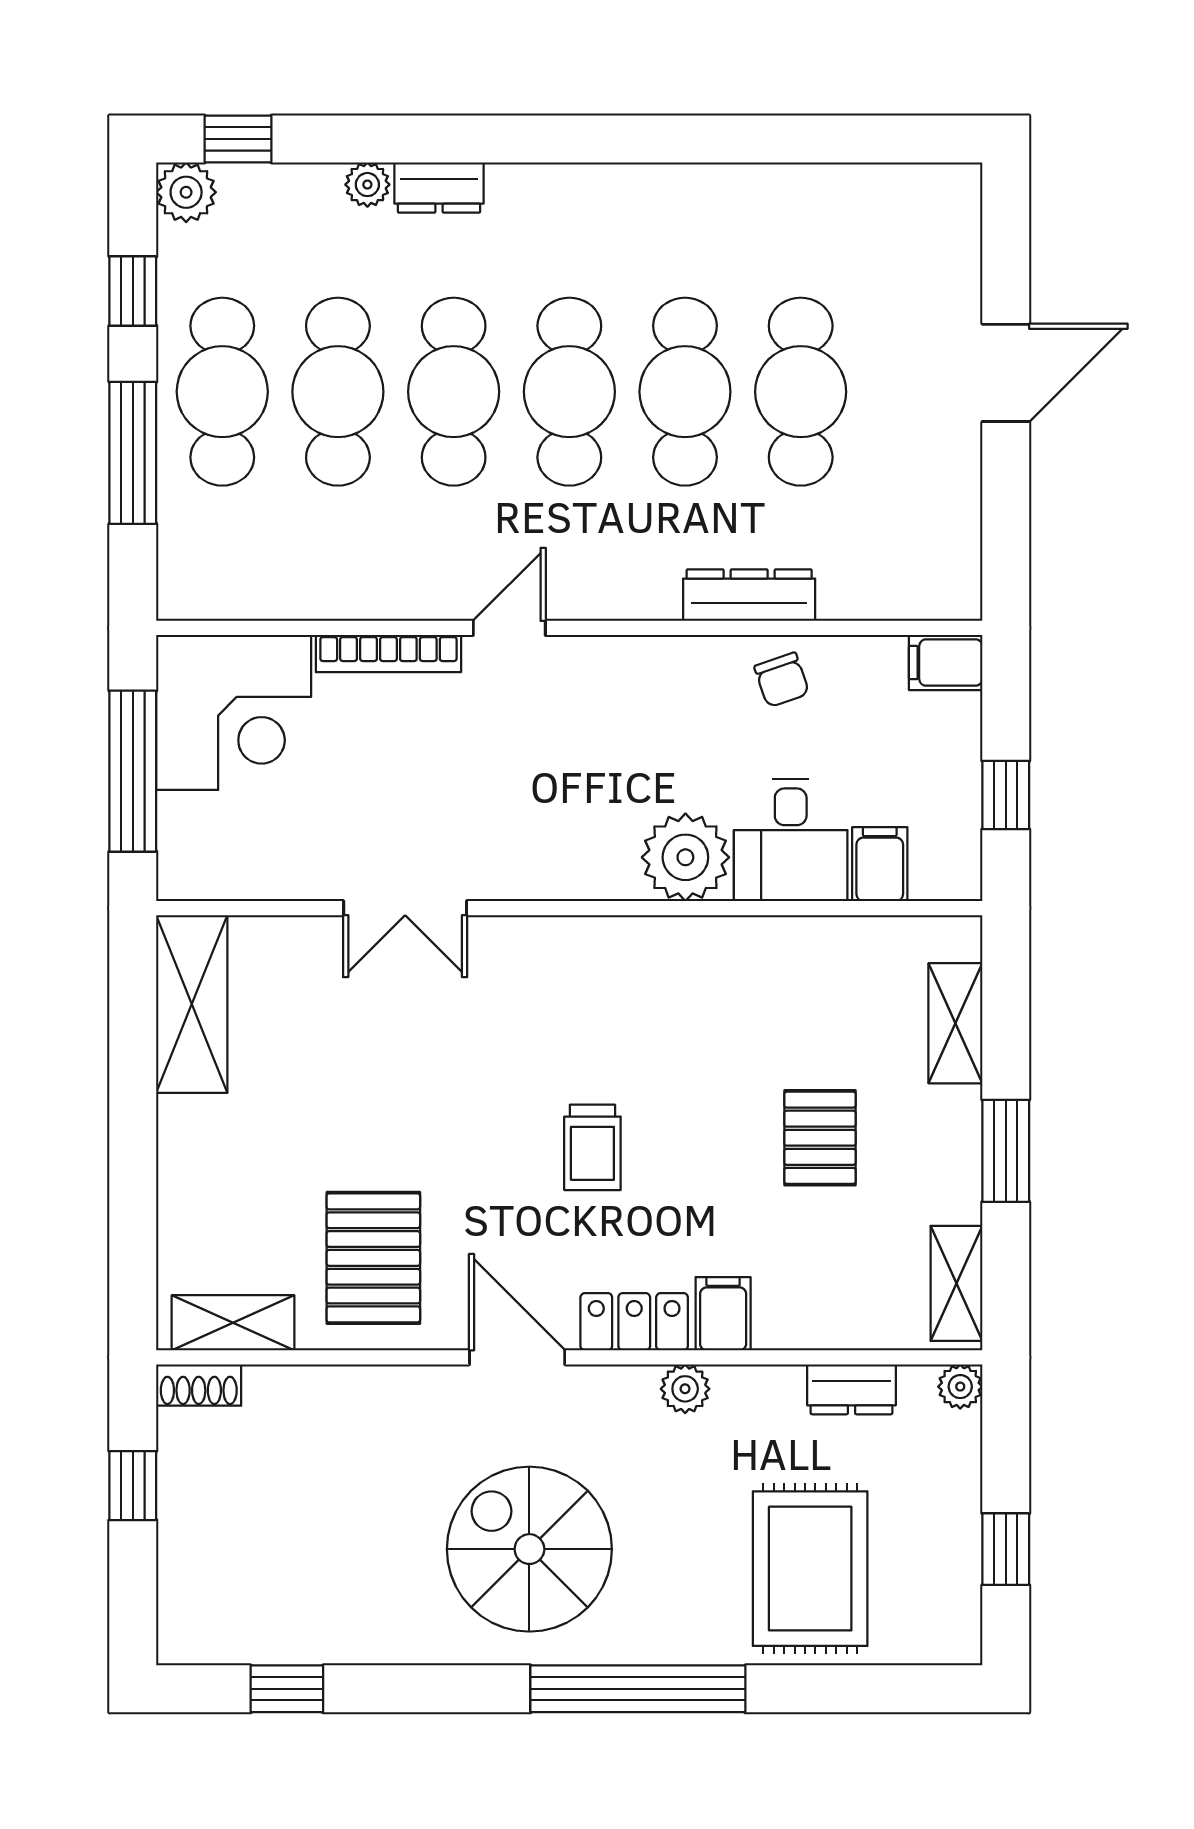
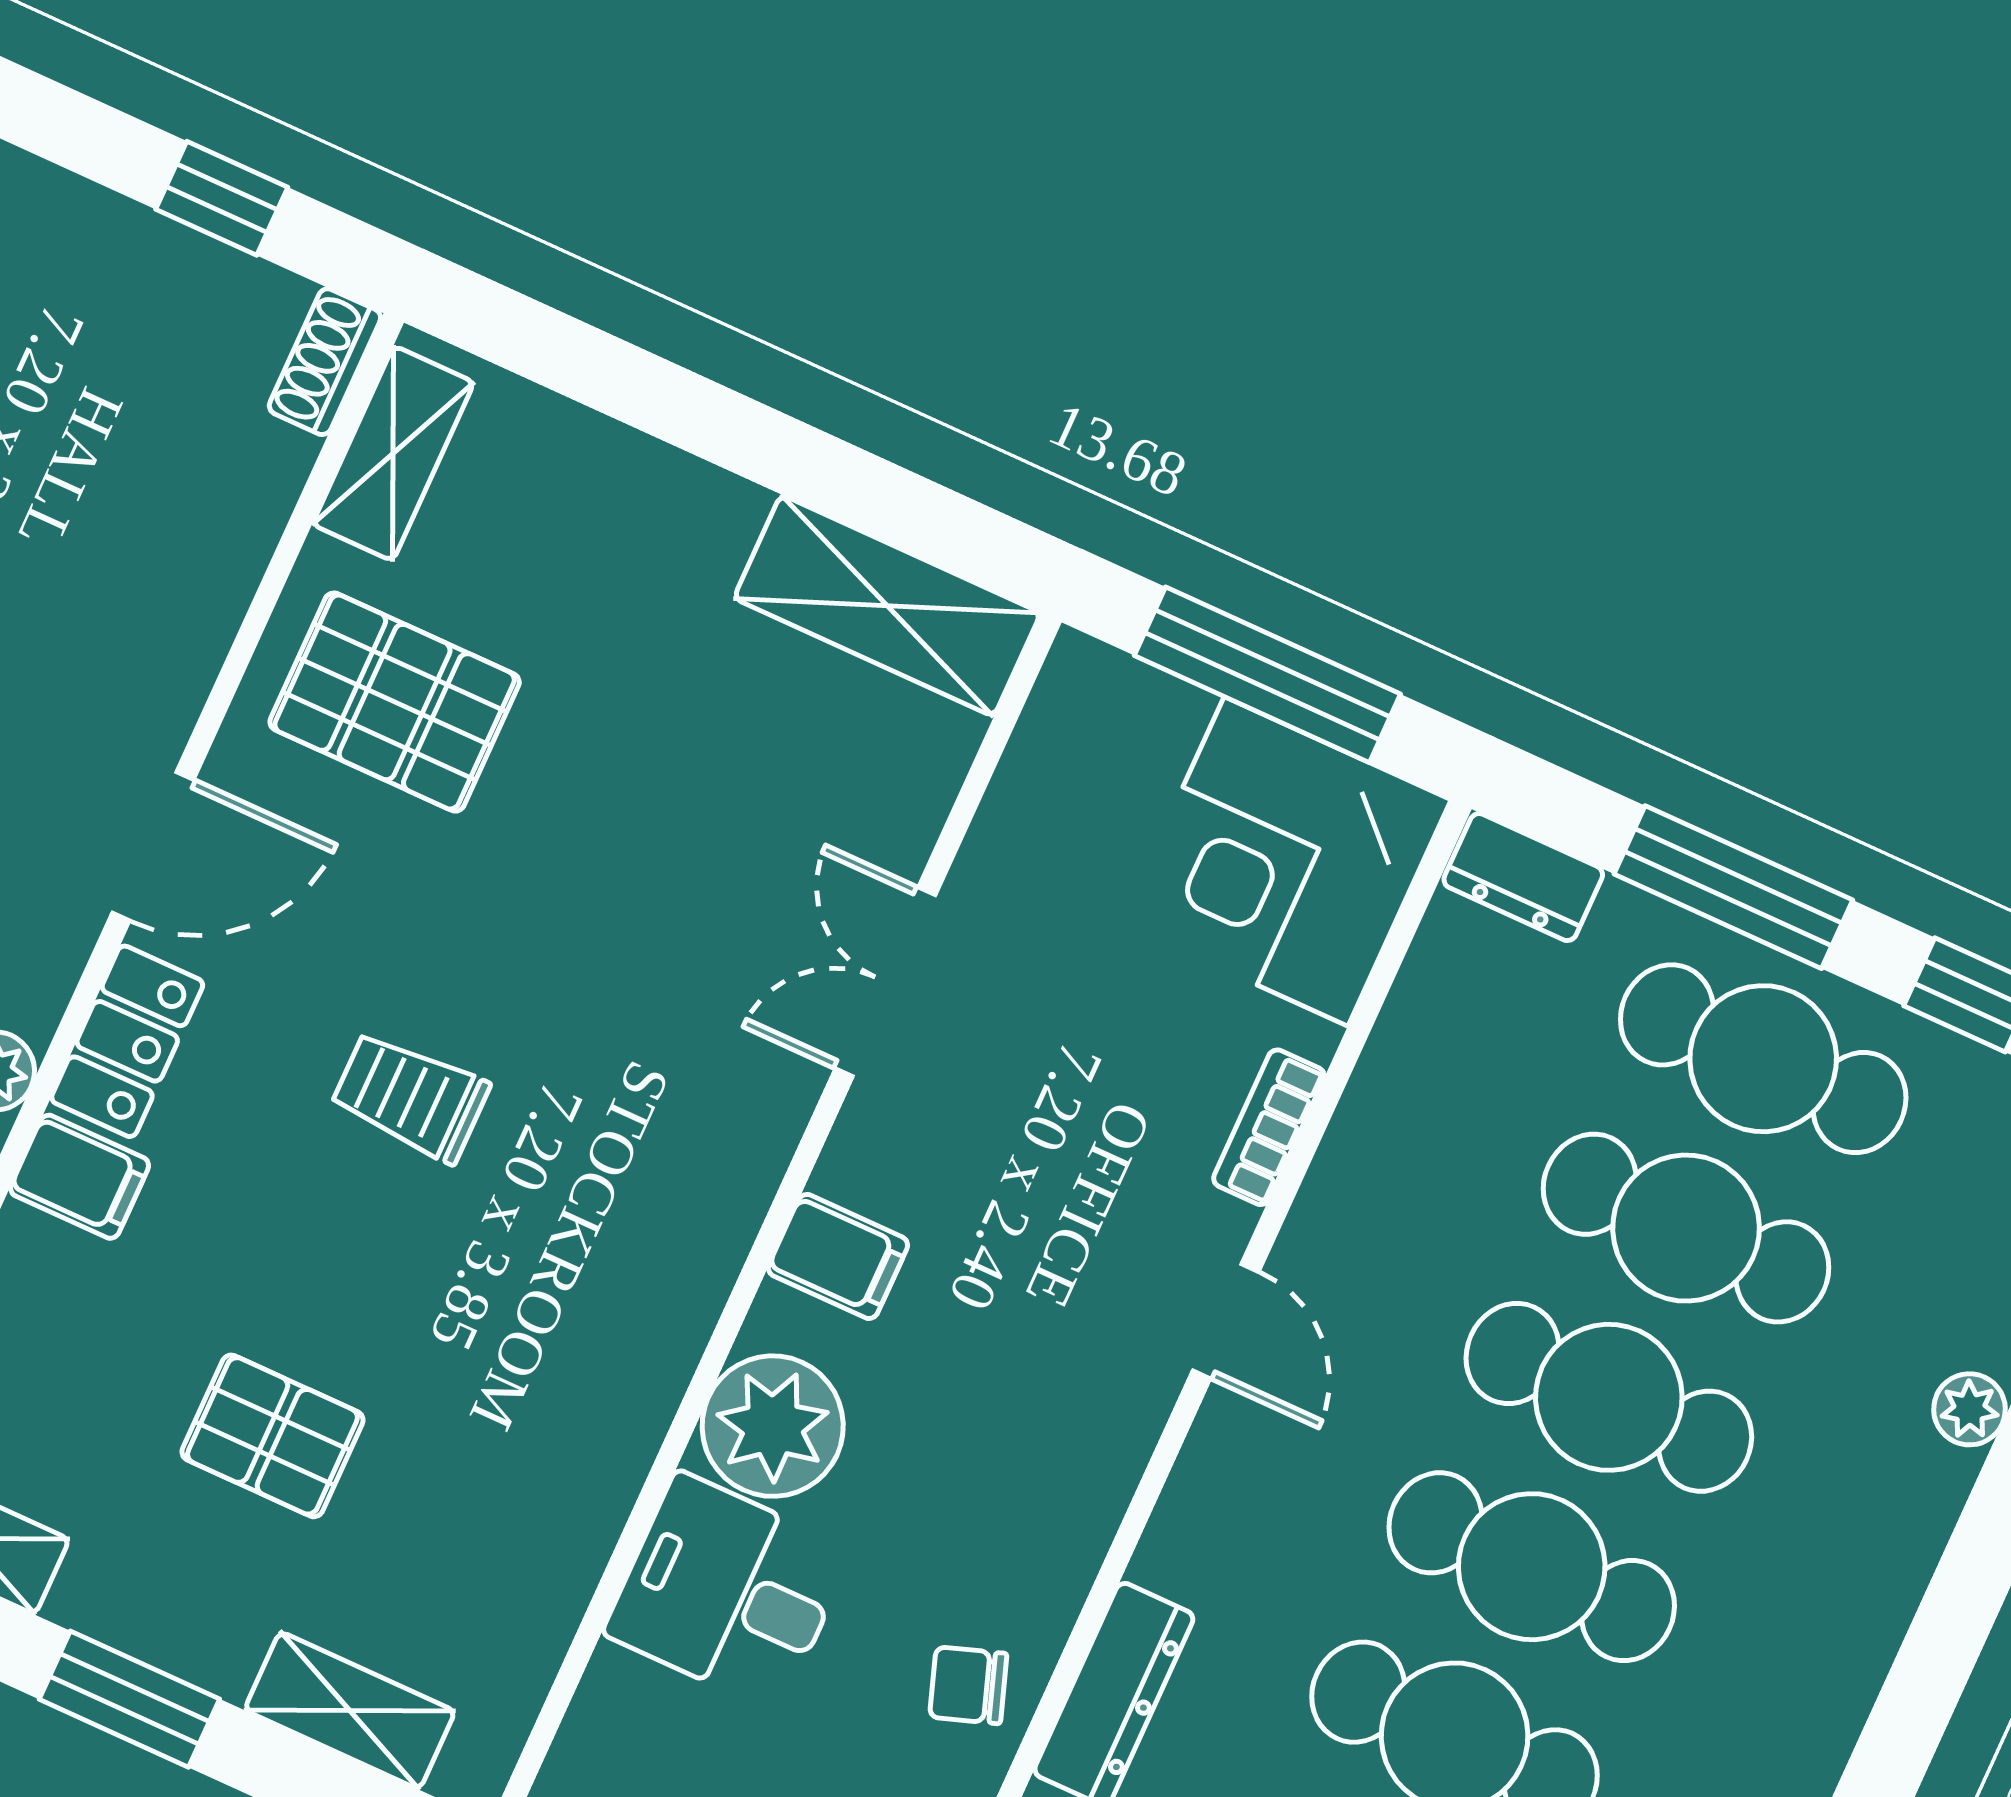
dresser: (439, 187) -> (1523, 877), moved, turned -90
bookcase: (388, 654) -> (1269, 1127), width x0.64
filing cabinet: (880, 864) -> (838, 1256), moved

